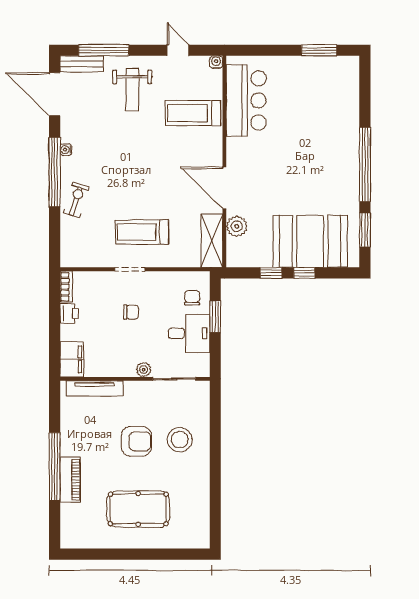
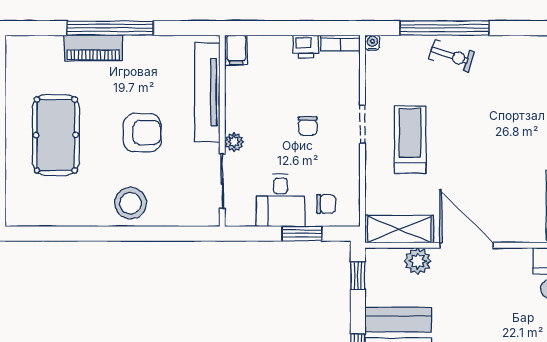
water cooler: (66, 150) -> (372, 43), moved
window: (55, 172) -> (444, 28), moved
door: (224, 188) -> (467, 245), hinge flipped
window: (271, 273) -> (358, 276), moved
filing cabinet: (72, 359) -> (236, 50), width x0.50
tv unit: (94, 388) -> (207, 92), width x1.36, depth x1.29
stool: (180, 440) -> (130, 203), moved
armchair: (136, 441) -> (142, 133), turned -90

